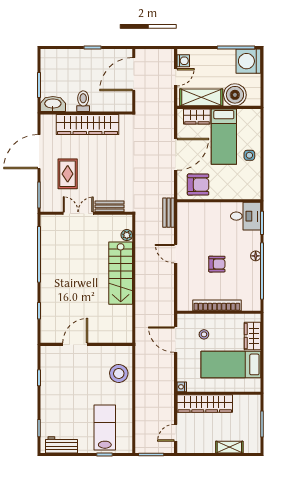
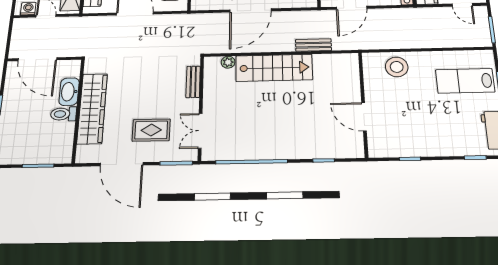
washbasin: (53, 104) -> (69, 92), moved
double door: (78, 213) -> (200, 131), moved
bench: (169, 213) -> (313, 45), moved
door: (176, 254) -> (250, 10), width x1.87

